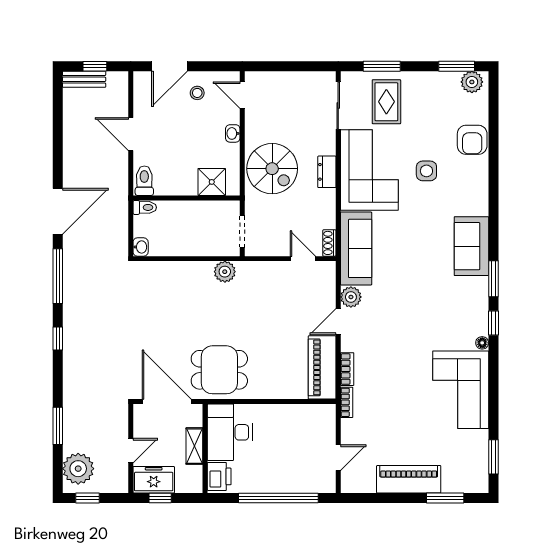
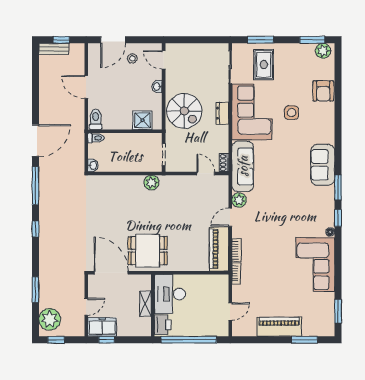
desk: (230, 432) -> (170, 294), moved
shelving: (194, 446) -> (145, 304), moved
wall: (205, 449) -> (153, 305), moved
printer: (219, 476) -> (163, 325), moved

